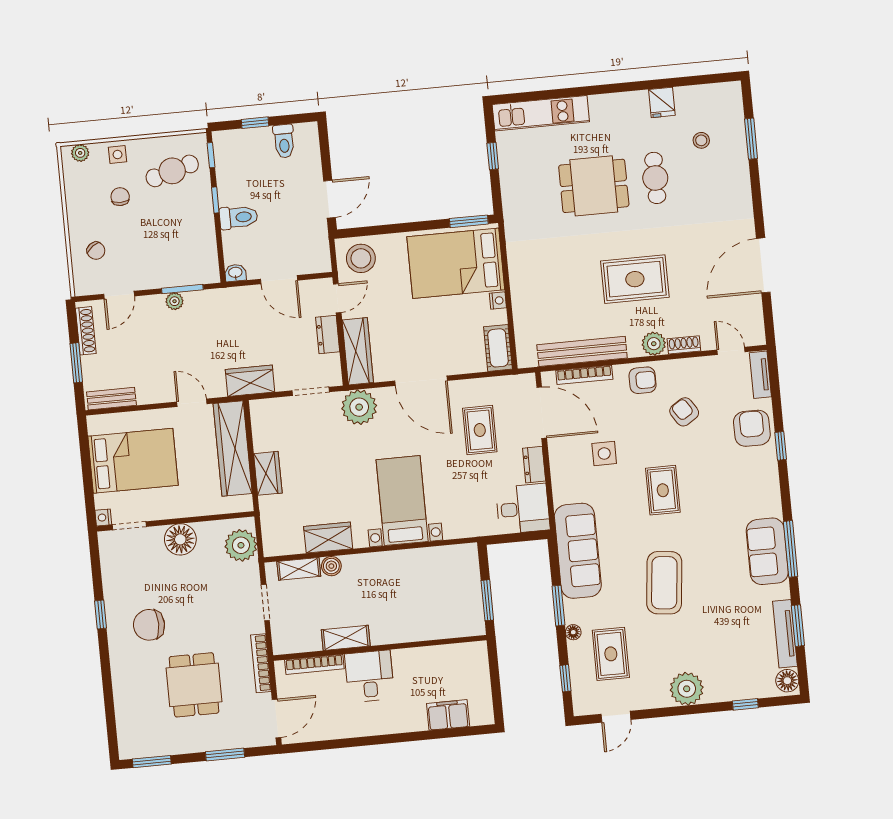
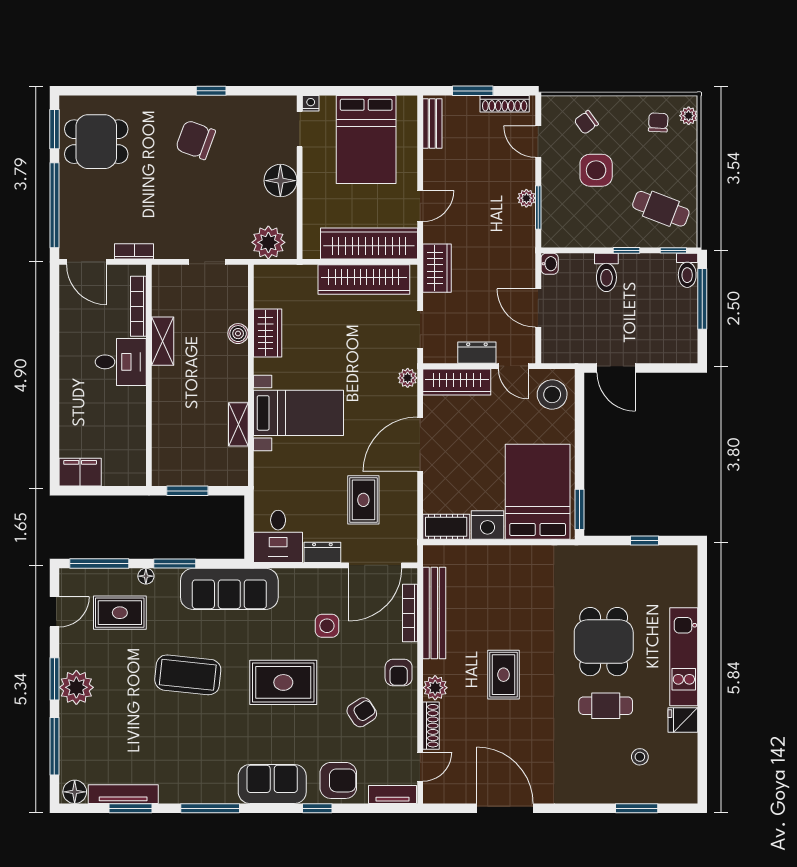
kitchen unit: (541, 113) -> (684, 657), moved
window: (255, 123) -> (702, 299), width x2.17
toilet: (284, 141) -> (687, 270), moved, turned -90
side table: (118, 155) -> (596, 170), moved, width x1.87, depth x1.87
cafe table: (172, 171) -> (661, 209), turned -53
chair: (120, 197) -> (658, 122), moved, turned -87
rug: (635, 279) -> (504, 675), width x0.73, depth x0.70
door: (279, 280) -> (538, 308), hinge flipped
nightstand: (498, 301) -> (487, 525), width x1.89, depth x1.79
shoe rack: (684, 345) -> (431, 726), width x1.43
plant: (359, 407) -> (408, 378), width x0.53, depth x0.53
rug: (480, 430) -> (363, 500), turned 90
wardrobe: (268, 473) -> (364, 279), width x2.10, depth x1.17
rug: (663, 490) -> (283, 682), width x1.36, depth x1.43
sofa: (767, 551) -> (272, 784), moved
shelving: (299, 569) -> (238, 424), moved
chair: (149, 625) -> (196, 140), turned -70
bookcase: (261, 663) -> (134, 251), width x0.64
window: (565, 678) -> (99, 564), width x2.17
dining table: (194, 685) -> (96, 142), moved
window: (745, 704) -> (54, 746), width x2.17
window: (681, 711) -> (54, 679), added
filing cabinet: (448, 715) -> (80, 472), moved, turned -90
door: (616, 717) -> (54, 612), swing flipped
window: (225, 755) -> (54, 205), width x2.11

